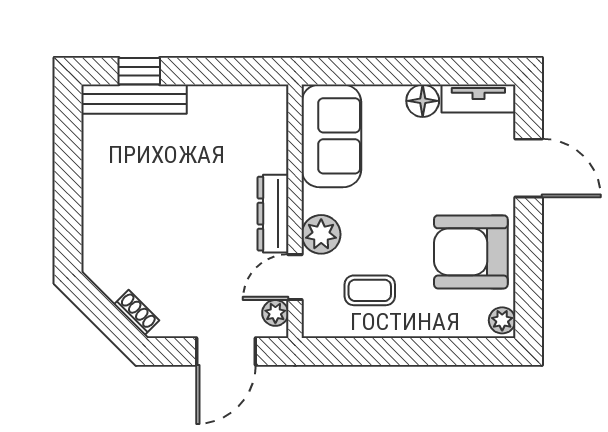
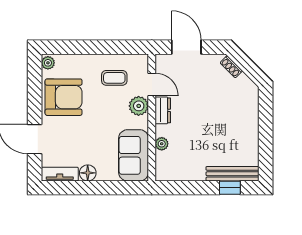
dresser: (273, 214) -> (163, 110), width x0.70
door: (295, 277) -> (152, 85), hinge flipped
plant: (275, 313) -> (162, 144), moved
door: (226, 352) -> (186, 47), hinge flipped

